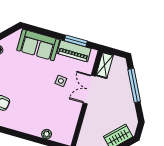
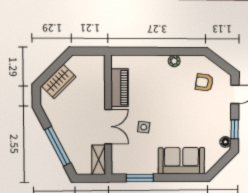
piano: (74, 51) -> (120, 88), moved, turned 90
plant: (47, 134) -> (174, 61), moved

